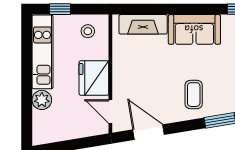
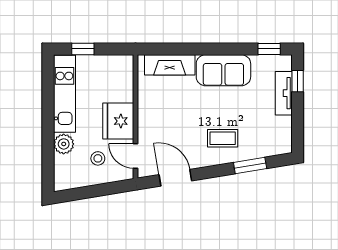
stool: (88, 31) -> (98, 158), moved
coffee table: (194, 95) -> (223, 138), turned 90

